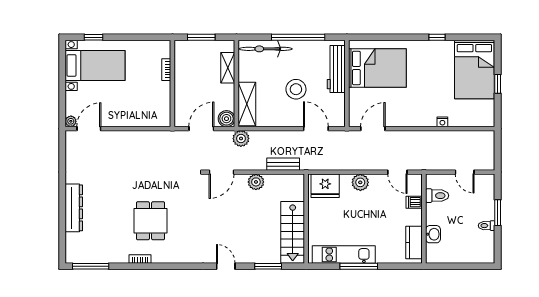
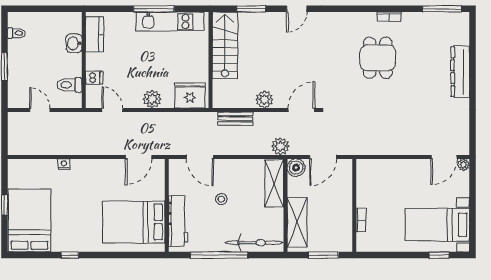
shelving: (228, 68) -> (297, 222), width x1.50, depth x1.33
stool: (296, 89) -> (221, 199), width x0.53, depth x0.53
toilet: (487, 226) -> (16, 33), moved
door: (226, 266) -> (297, 9), hinge flipped

